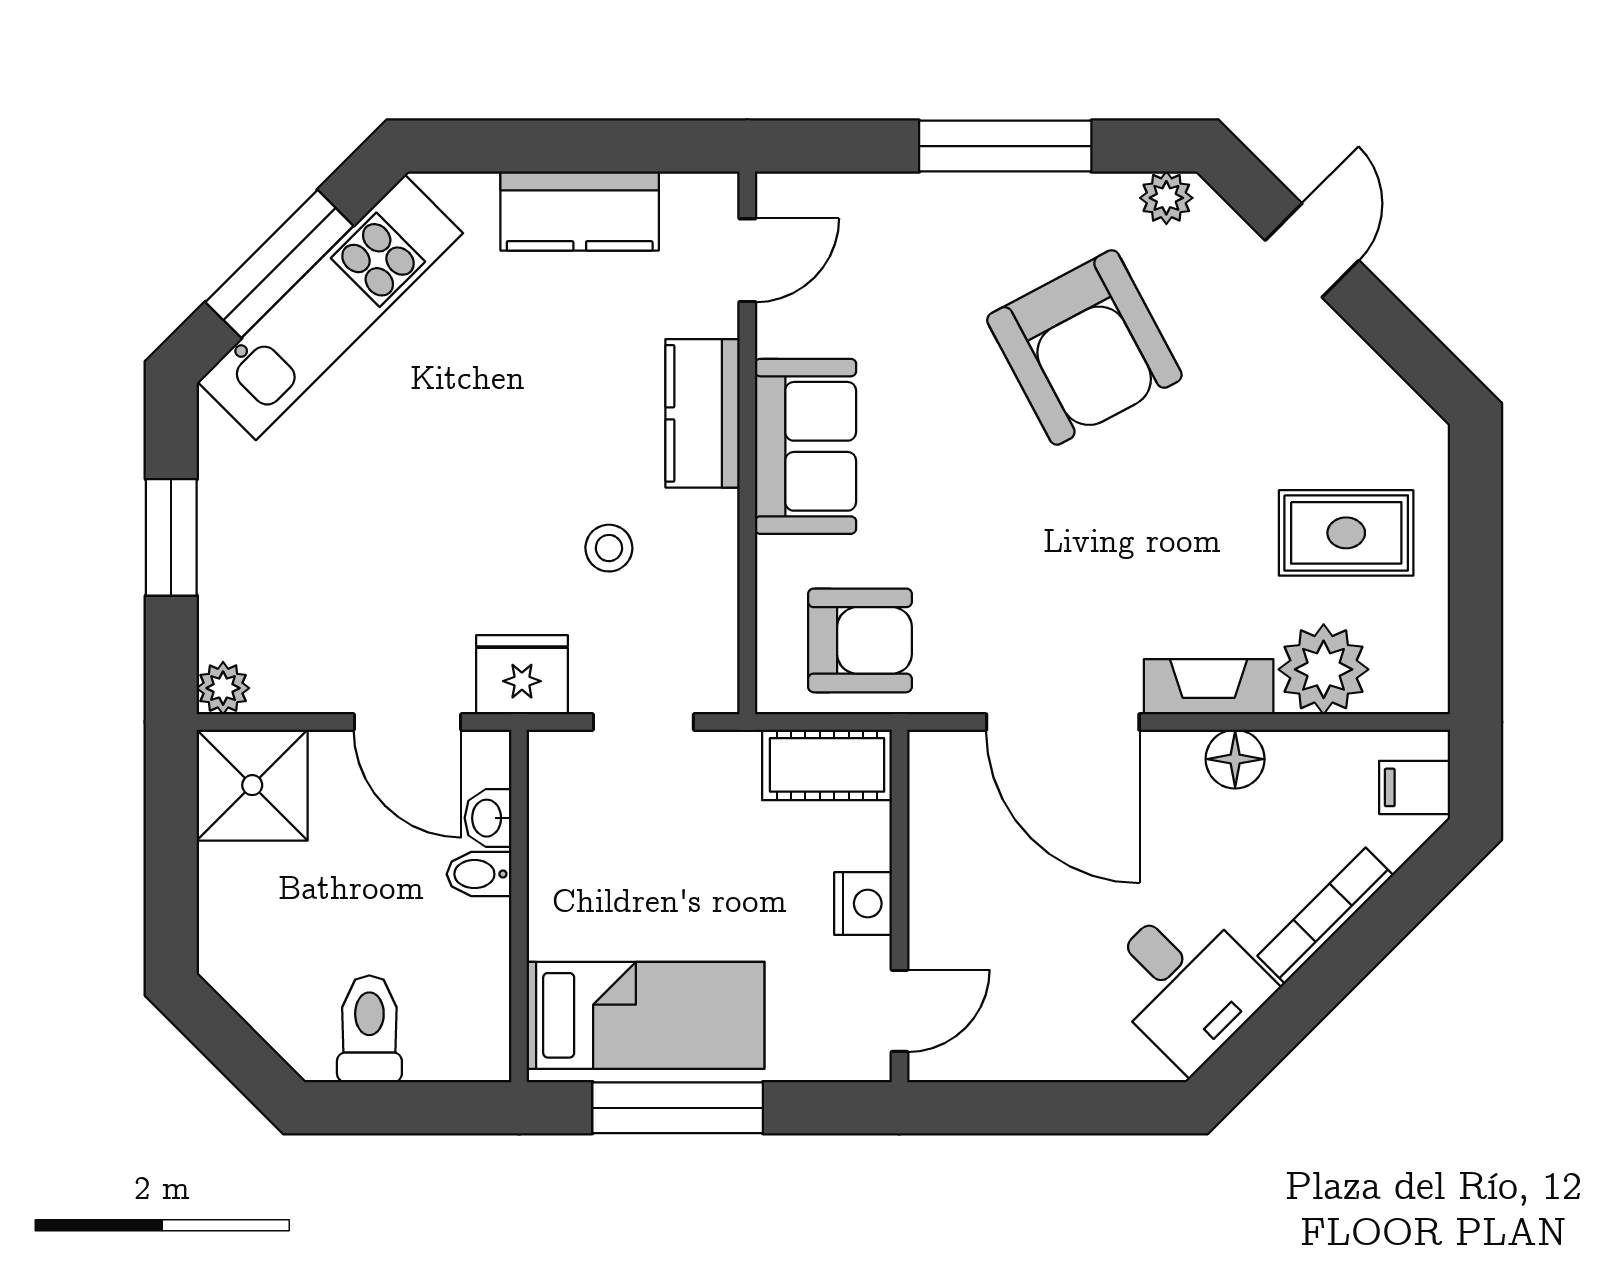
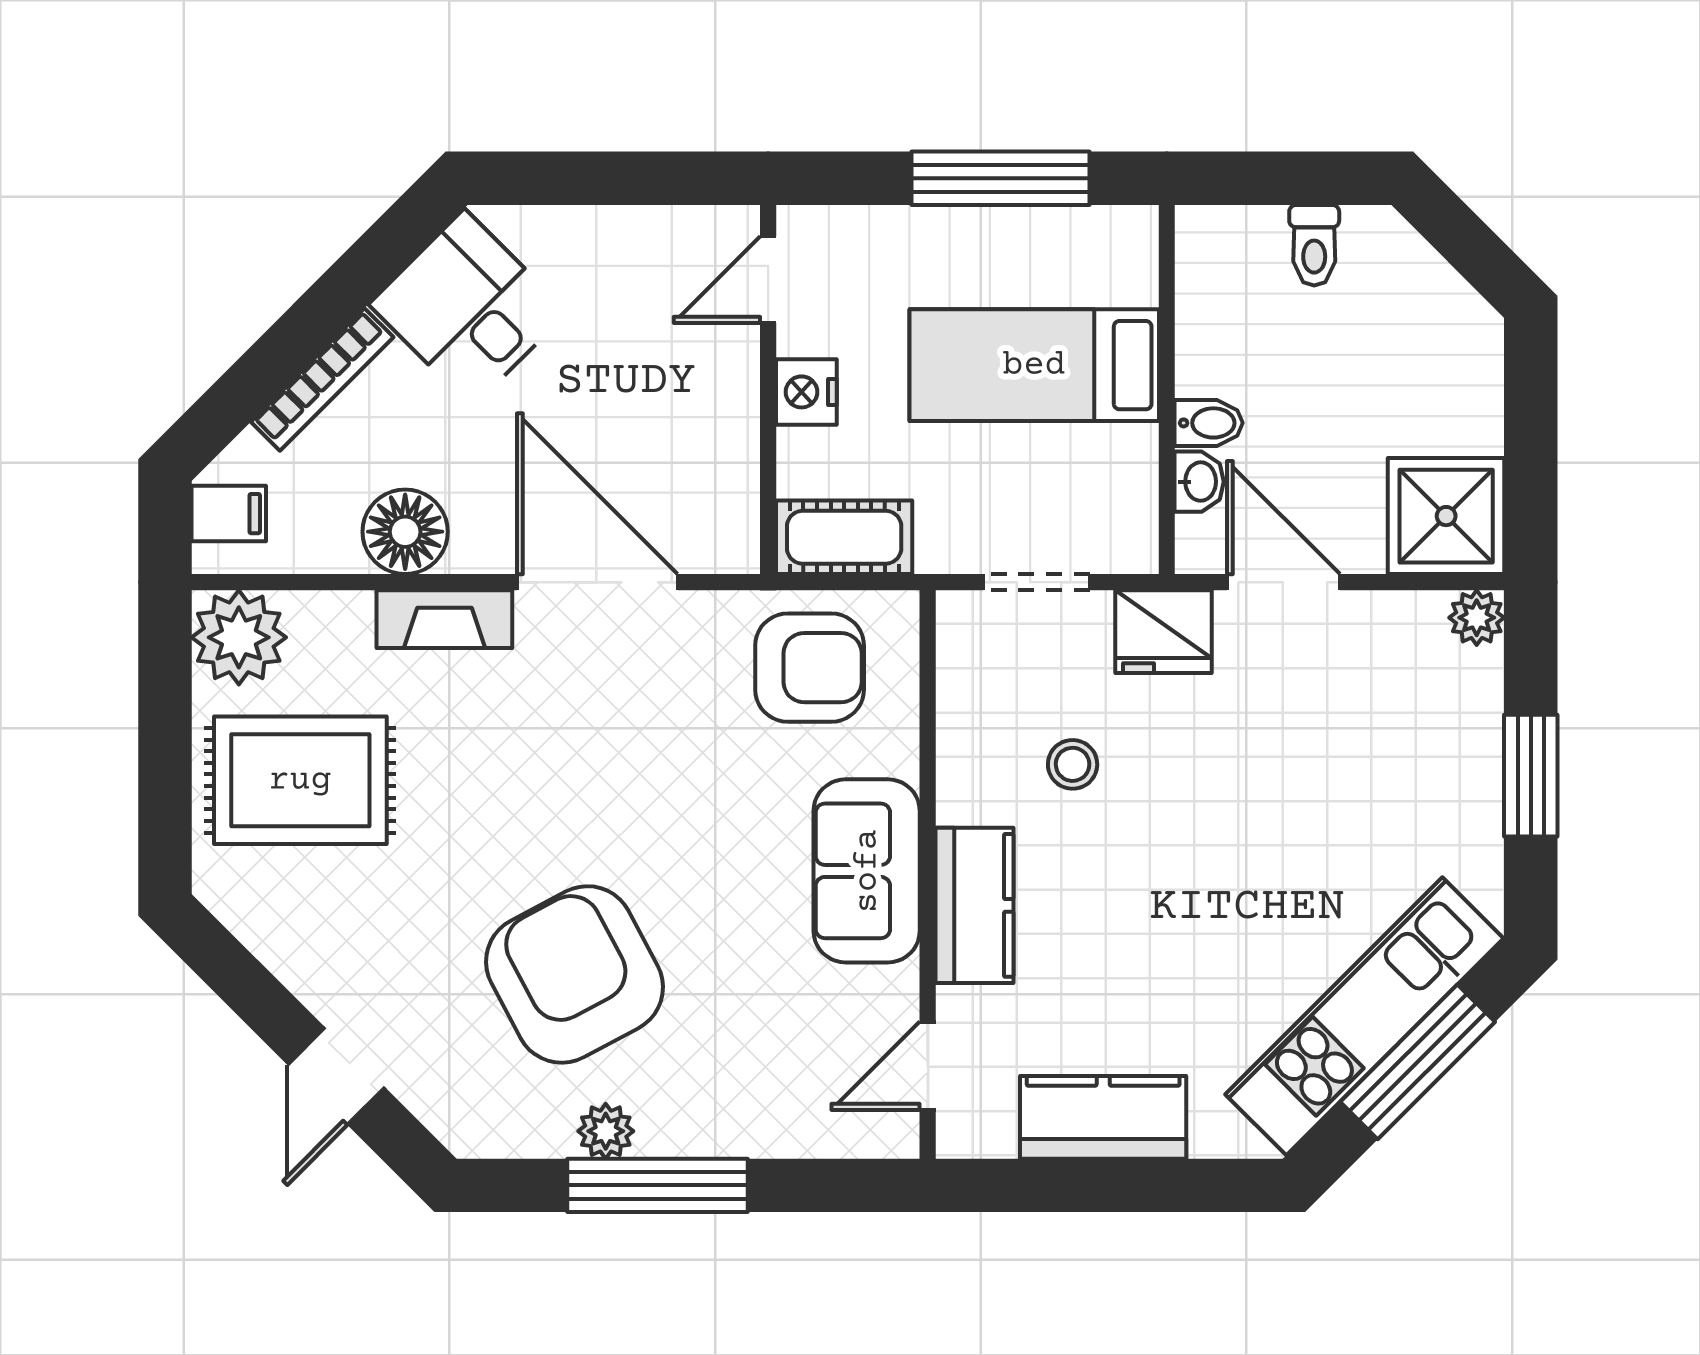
plant: (1166, 198) -> (606, 1131), moved
rug: (1346, 533) -> (300, 780), width x1.36, depth x1.43
armchair: (860, 640) -> (810, 668), turned 180
plant: (1324, 669) -> (239, 637), moved
floor lamp: (1235, 759) -> (405, 532), width x1.38, depth x1.38
bed: (645, 1015) -> (1034, 365), moved
toilet: (369, 1029) -> (1314, 245), width x0.73, depth x0.72

